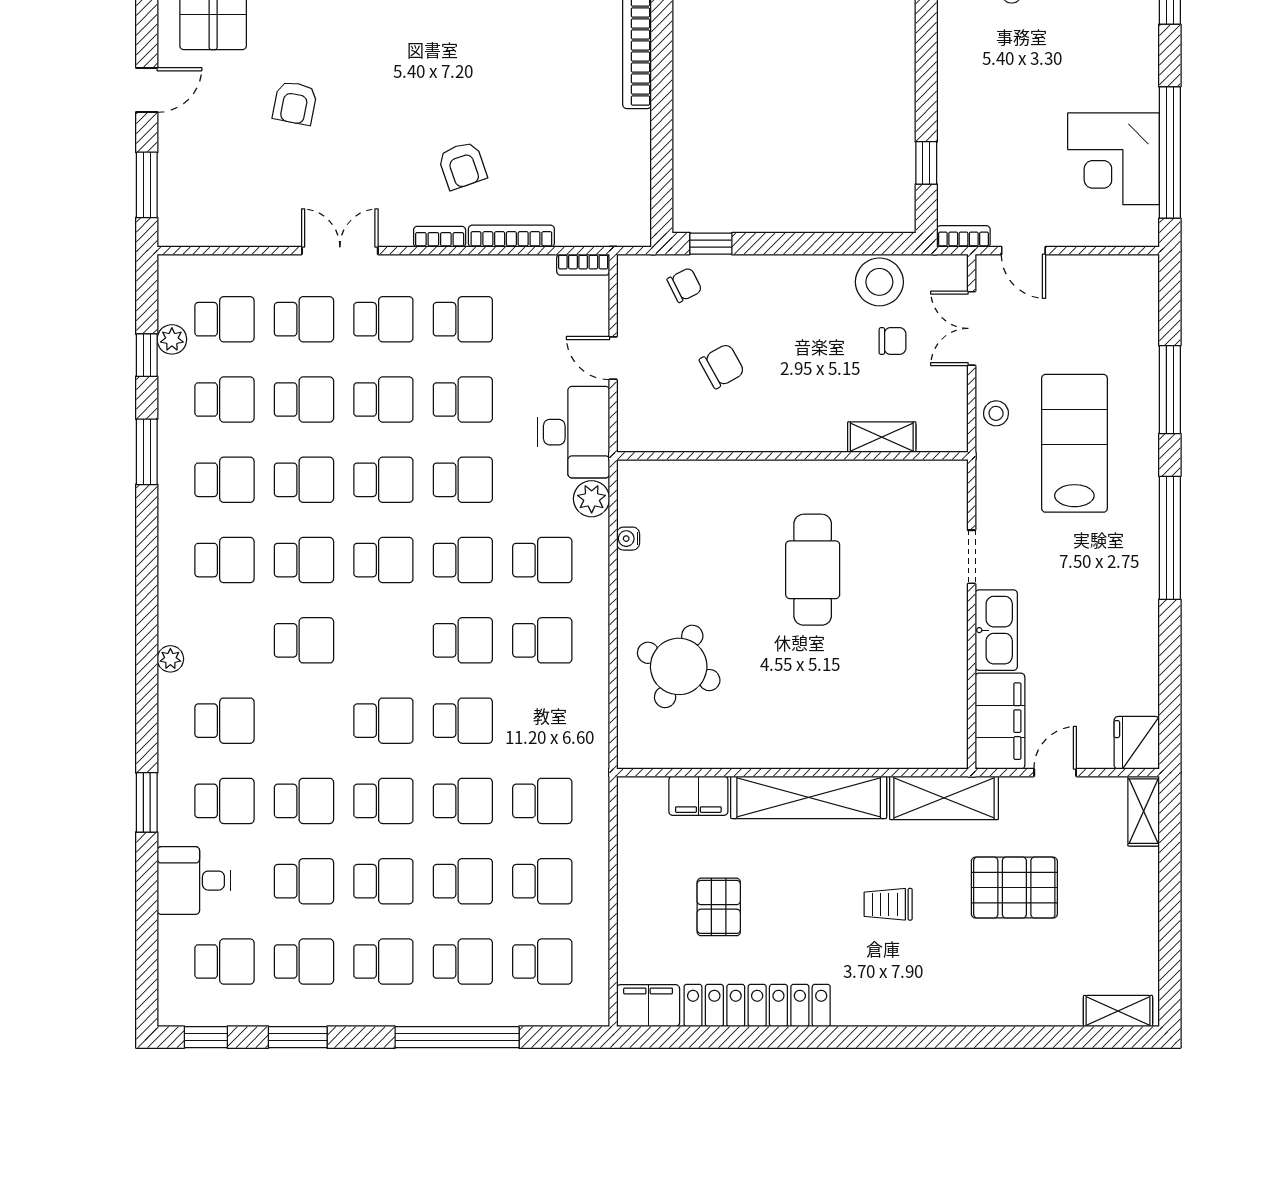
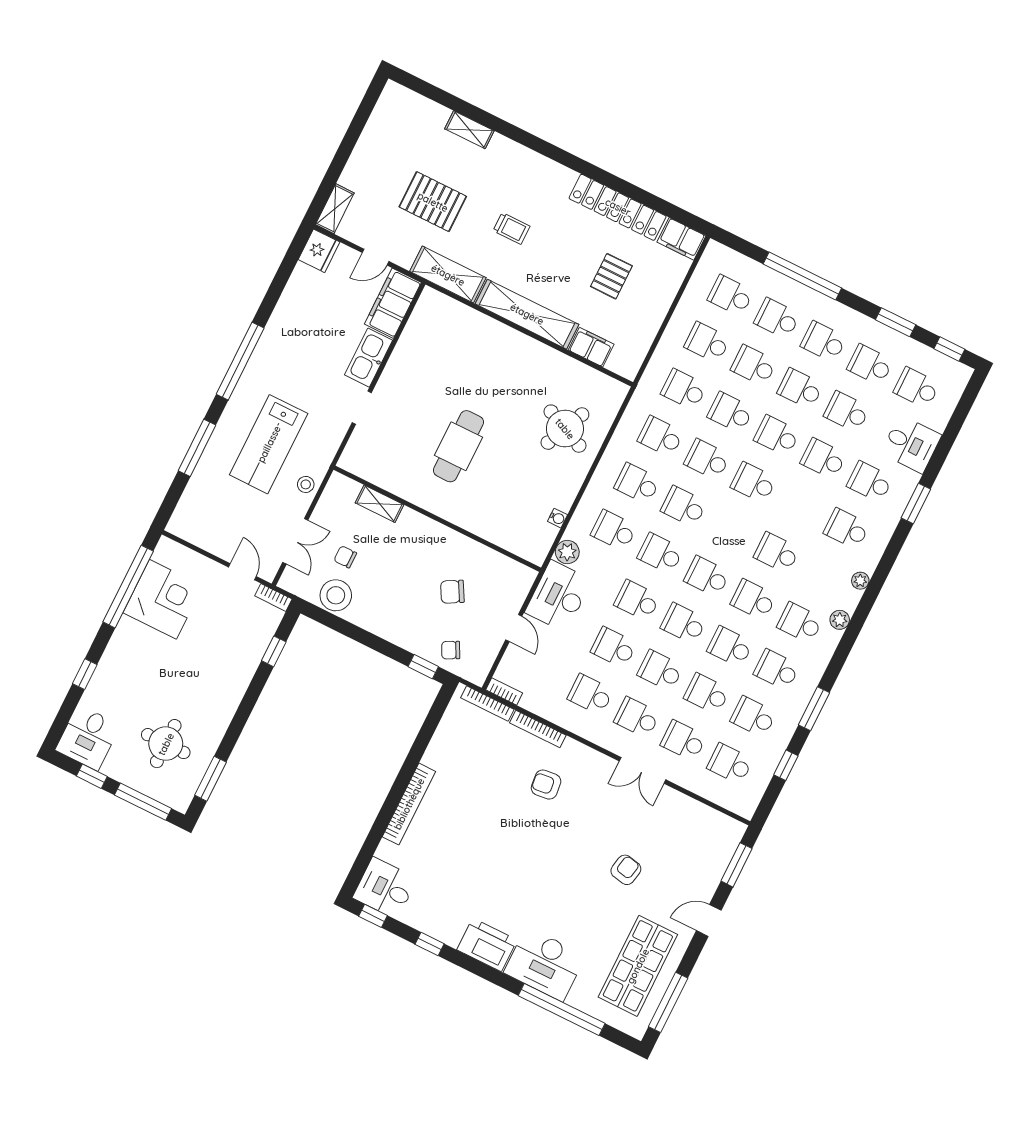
armchair: (462, 165) -> (546, 785), turned -77
bookcase: (440, 237) -> (487, 704), moved, width x1.56
plant: (172, 339) -> (840, 620), moved
school desk: (542, 721) -> (661, 436), added
shelving: (1118, 1011) -> (469, 130), moved

